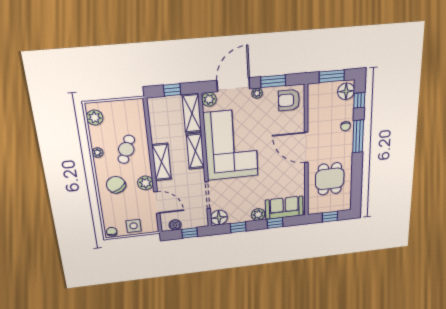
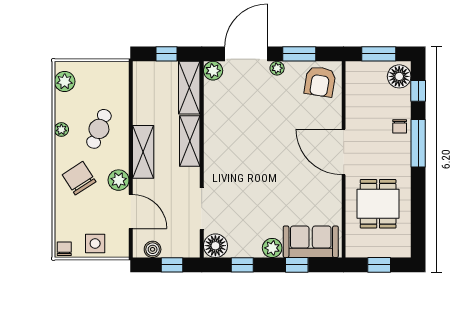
armchair: (289, 100) -> (320, 82), turned -81
corner sofa: (231, 145) -> (239, 137), removed

